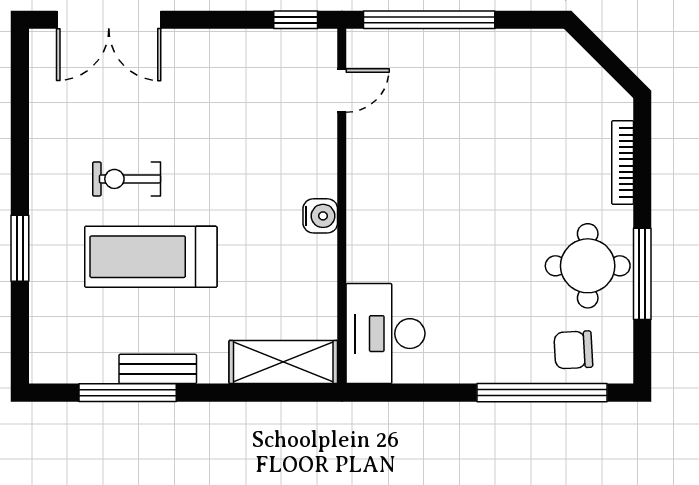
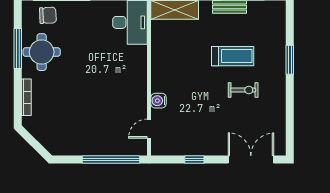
window: (296, 20) -> (194, 160), moved
water cooler: (320, 216) -> (159, 101), moved
treadmill: (151, 257) -> (233, 56), width x0.73, depth x0.73

